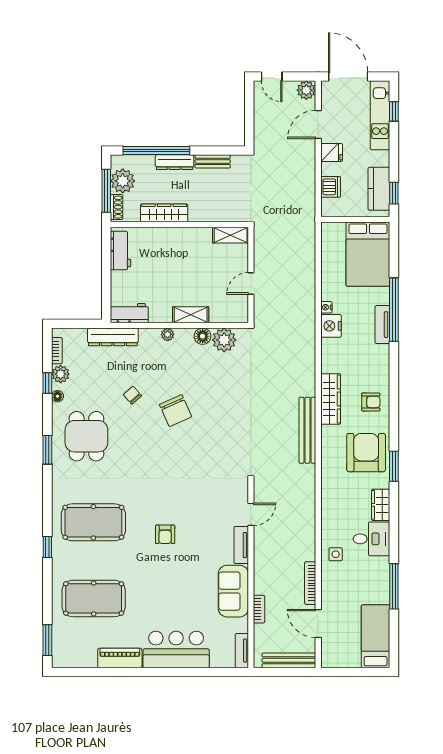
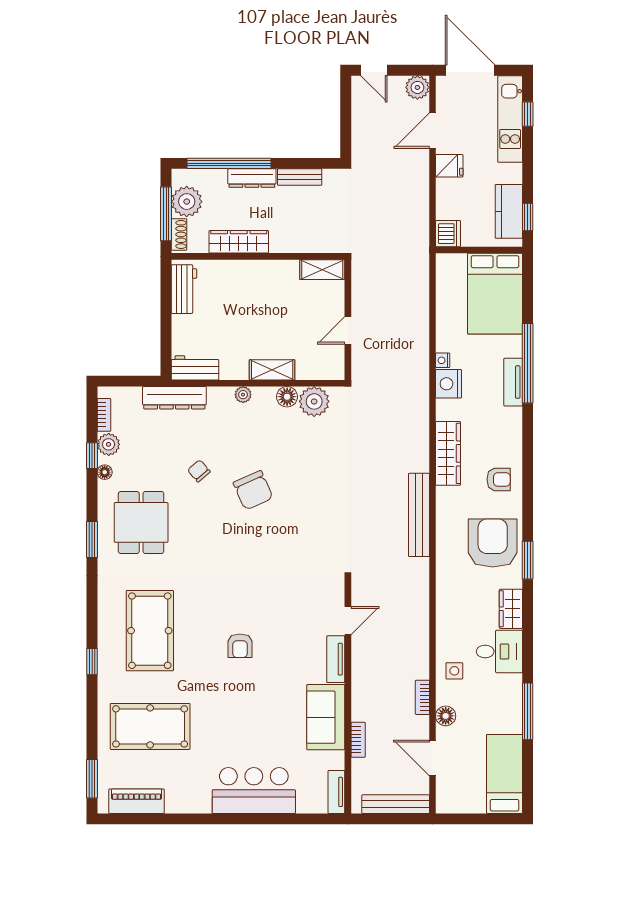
dishwasher: (331, 187) -> (448, 234), moved
wardrobe: (331, 399) -> (448, 453), moved
pool table: (93, 522) -> (150, 631), turned 90
bookcase: (310, 583) -> (422, 697), width x0.64
floor lamp: (329, 590) -> (446, 716), added
piano: (120, 658) -> (137, 801), moved

